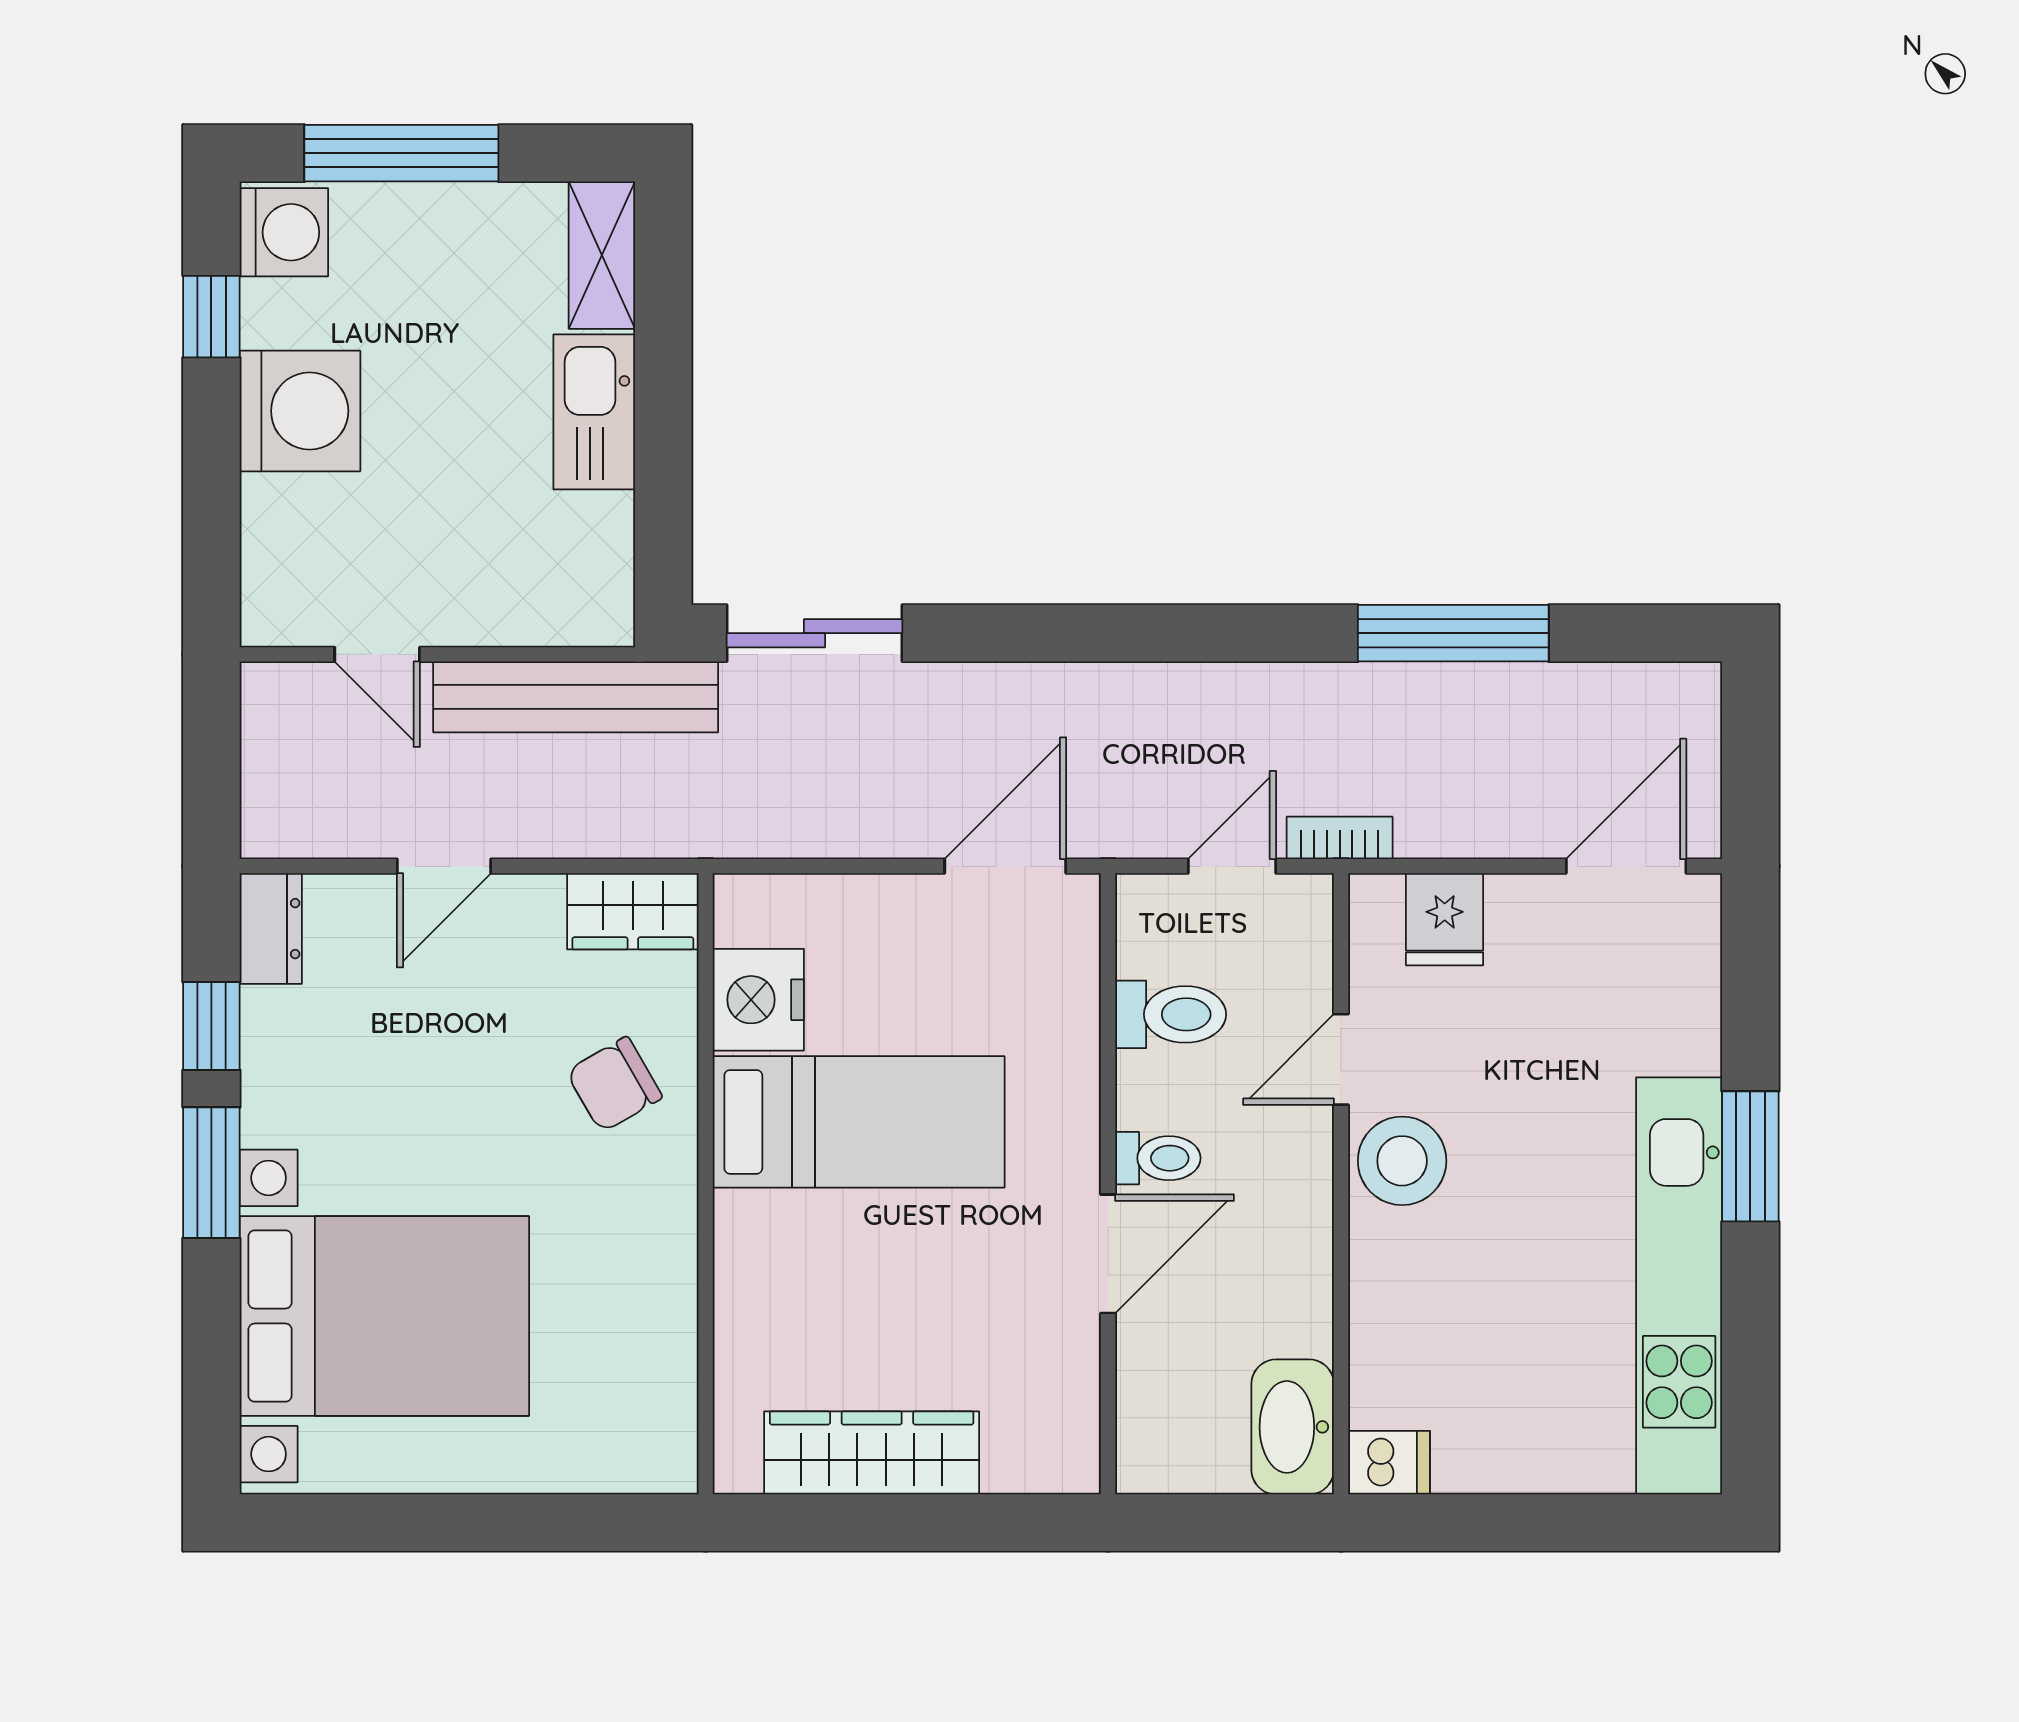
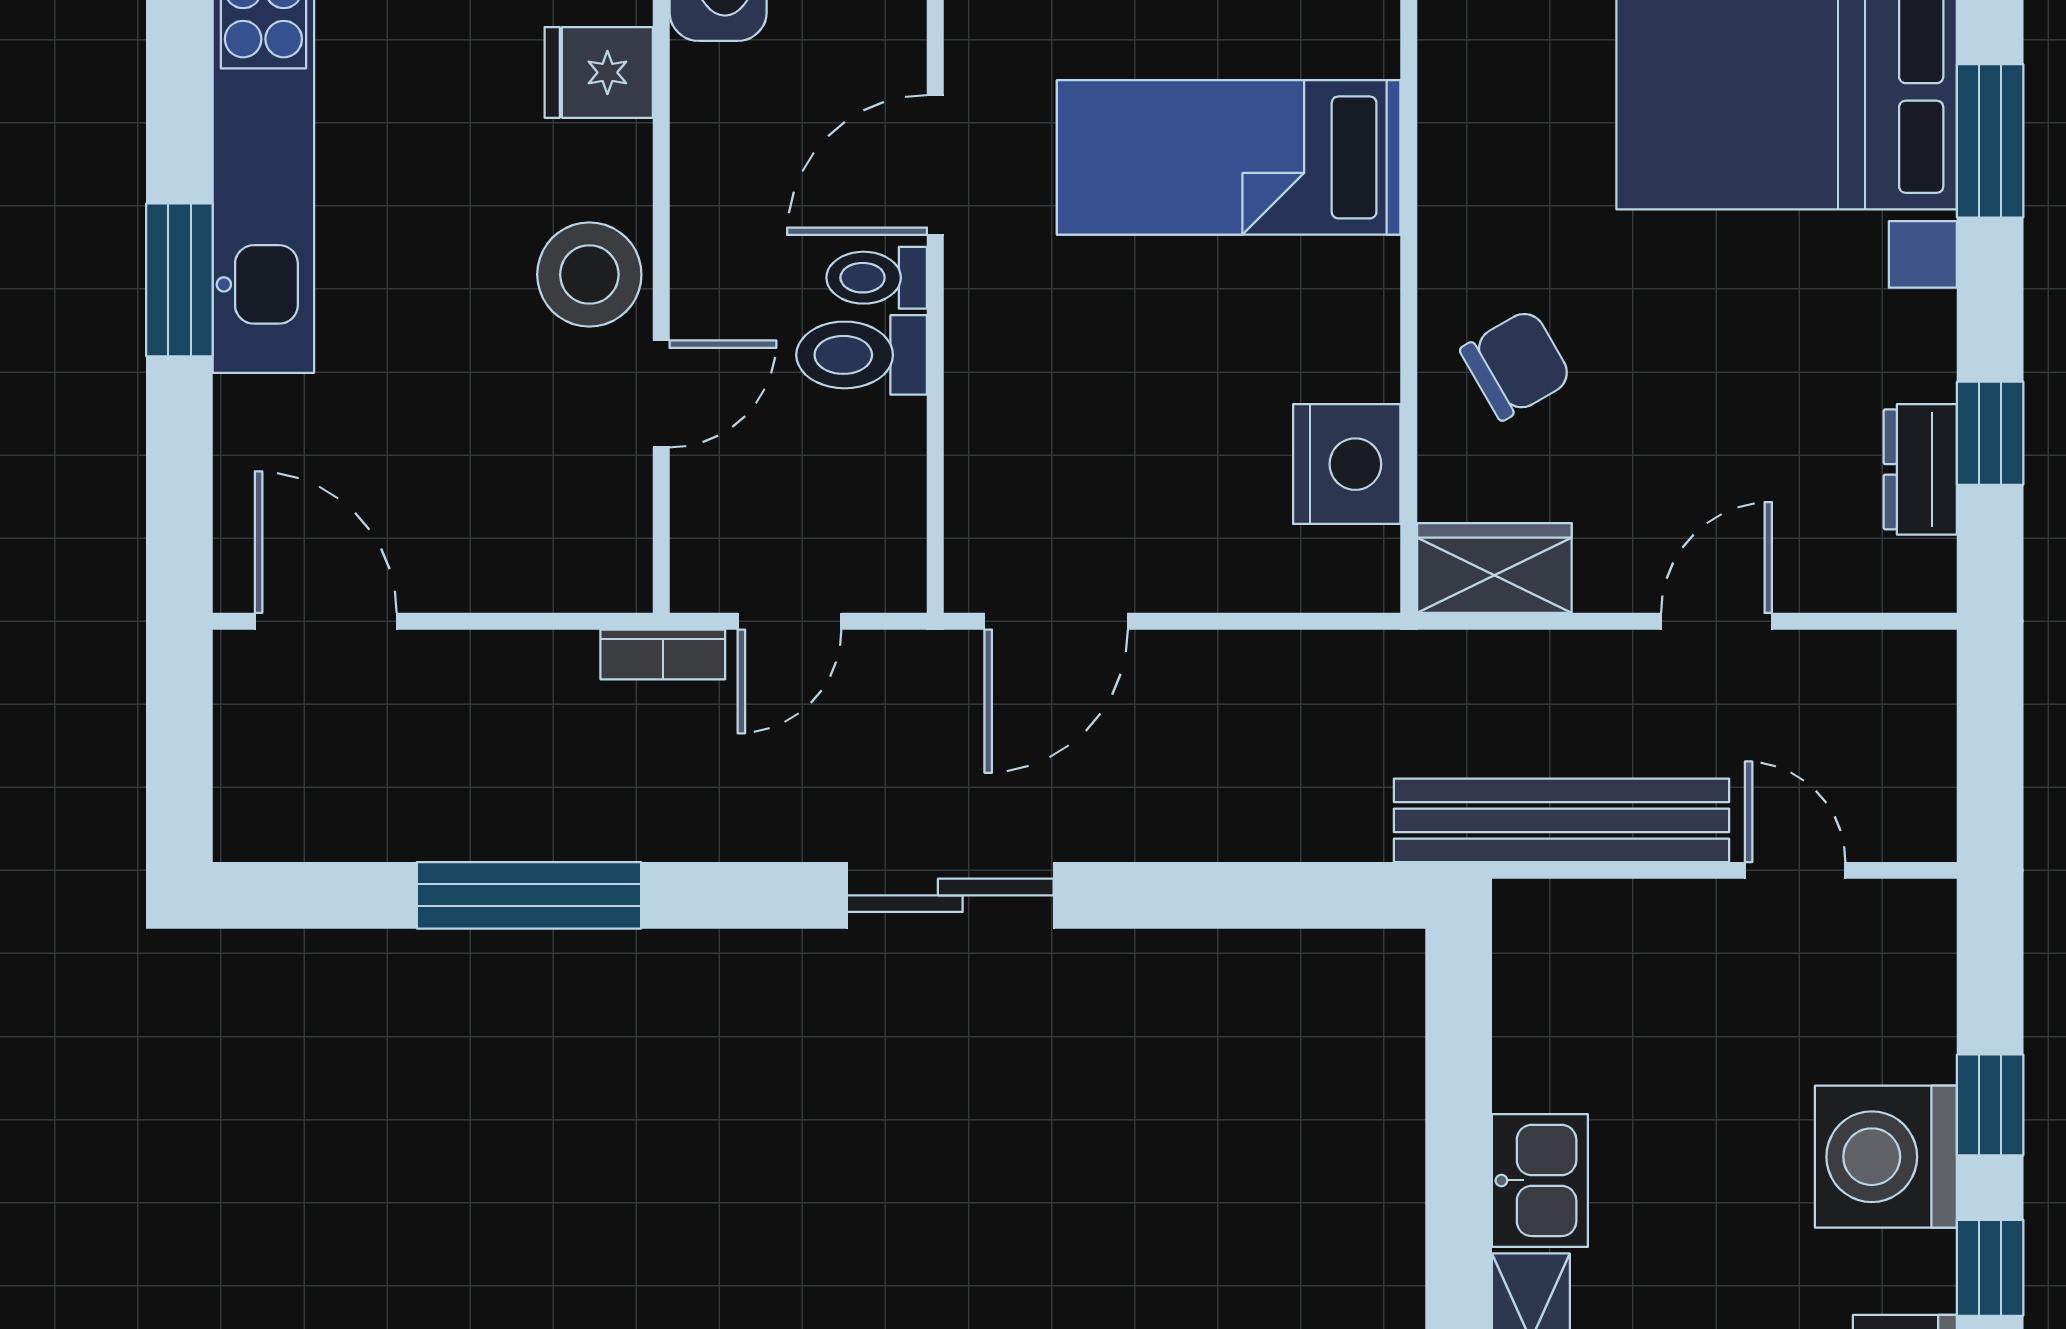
kitchen sink: (594, 412) -> (1540, 1180), width x0.73
window: (211, 455) -> (1990, 1105), added
sliding door: (815, 633) -> (950, 895), moved
door: (1626, 866) -> (326, 621), swing flipped
fridge: (1445, 919) -> (599, 72), moved, turned -90
dresser: (271, 929) -> (1920, 469), moved
toilet: (1171, 1014) -> (862, 355), moved
bed: (859, 1122) -> (1229, 157), moved
window: (211, 1173) -> (1990, 141), moved

